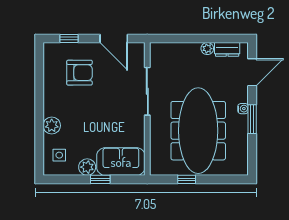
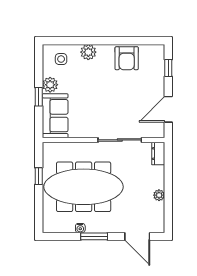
dresser: (227, 49) -> (158, 154), moved
armchair: (79, 73) -> (127, 58), moved
water cooler: (243, 109) -> (80, 228), moved

